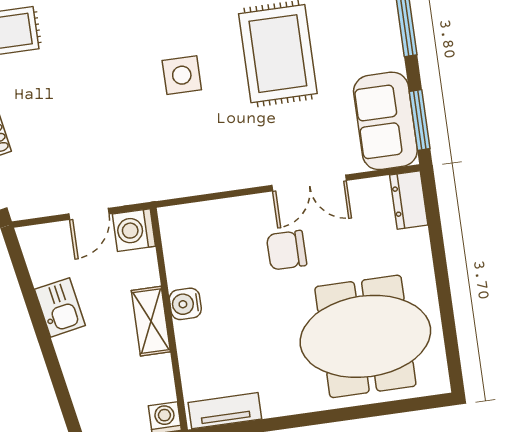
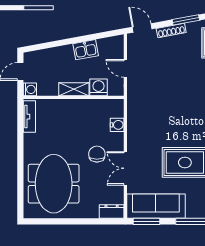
side table: (182, 75) -> (181, 118), removed
sofa: (385, 121) -> (156, 206), width x1.36
washing machine: (134, 230) -> (98, 87), moved
water cooler: (185, 304) -> (117, 125), moved, turned 90

